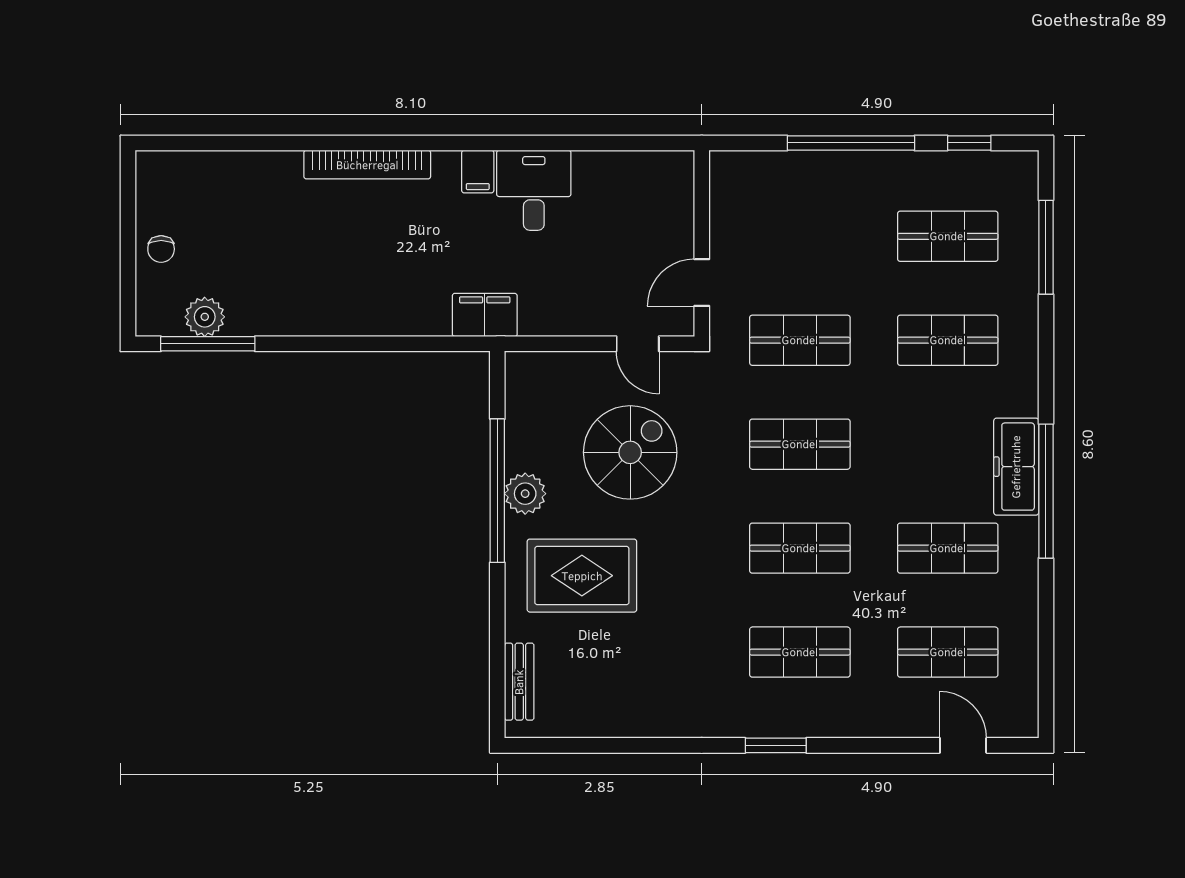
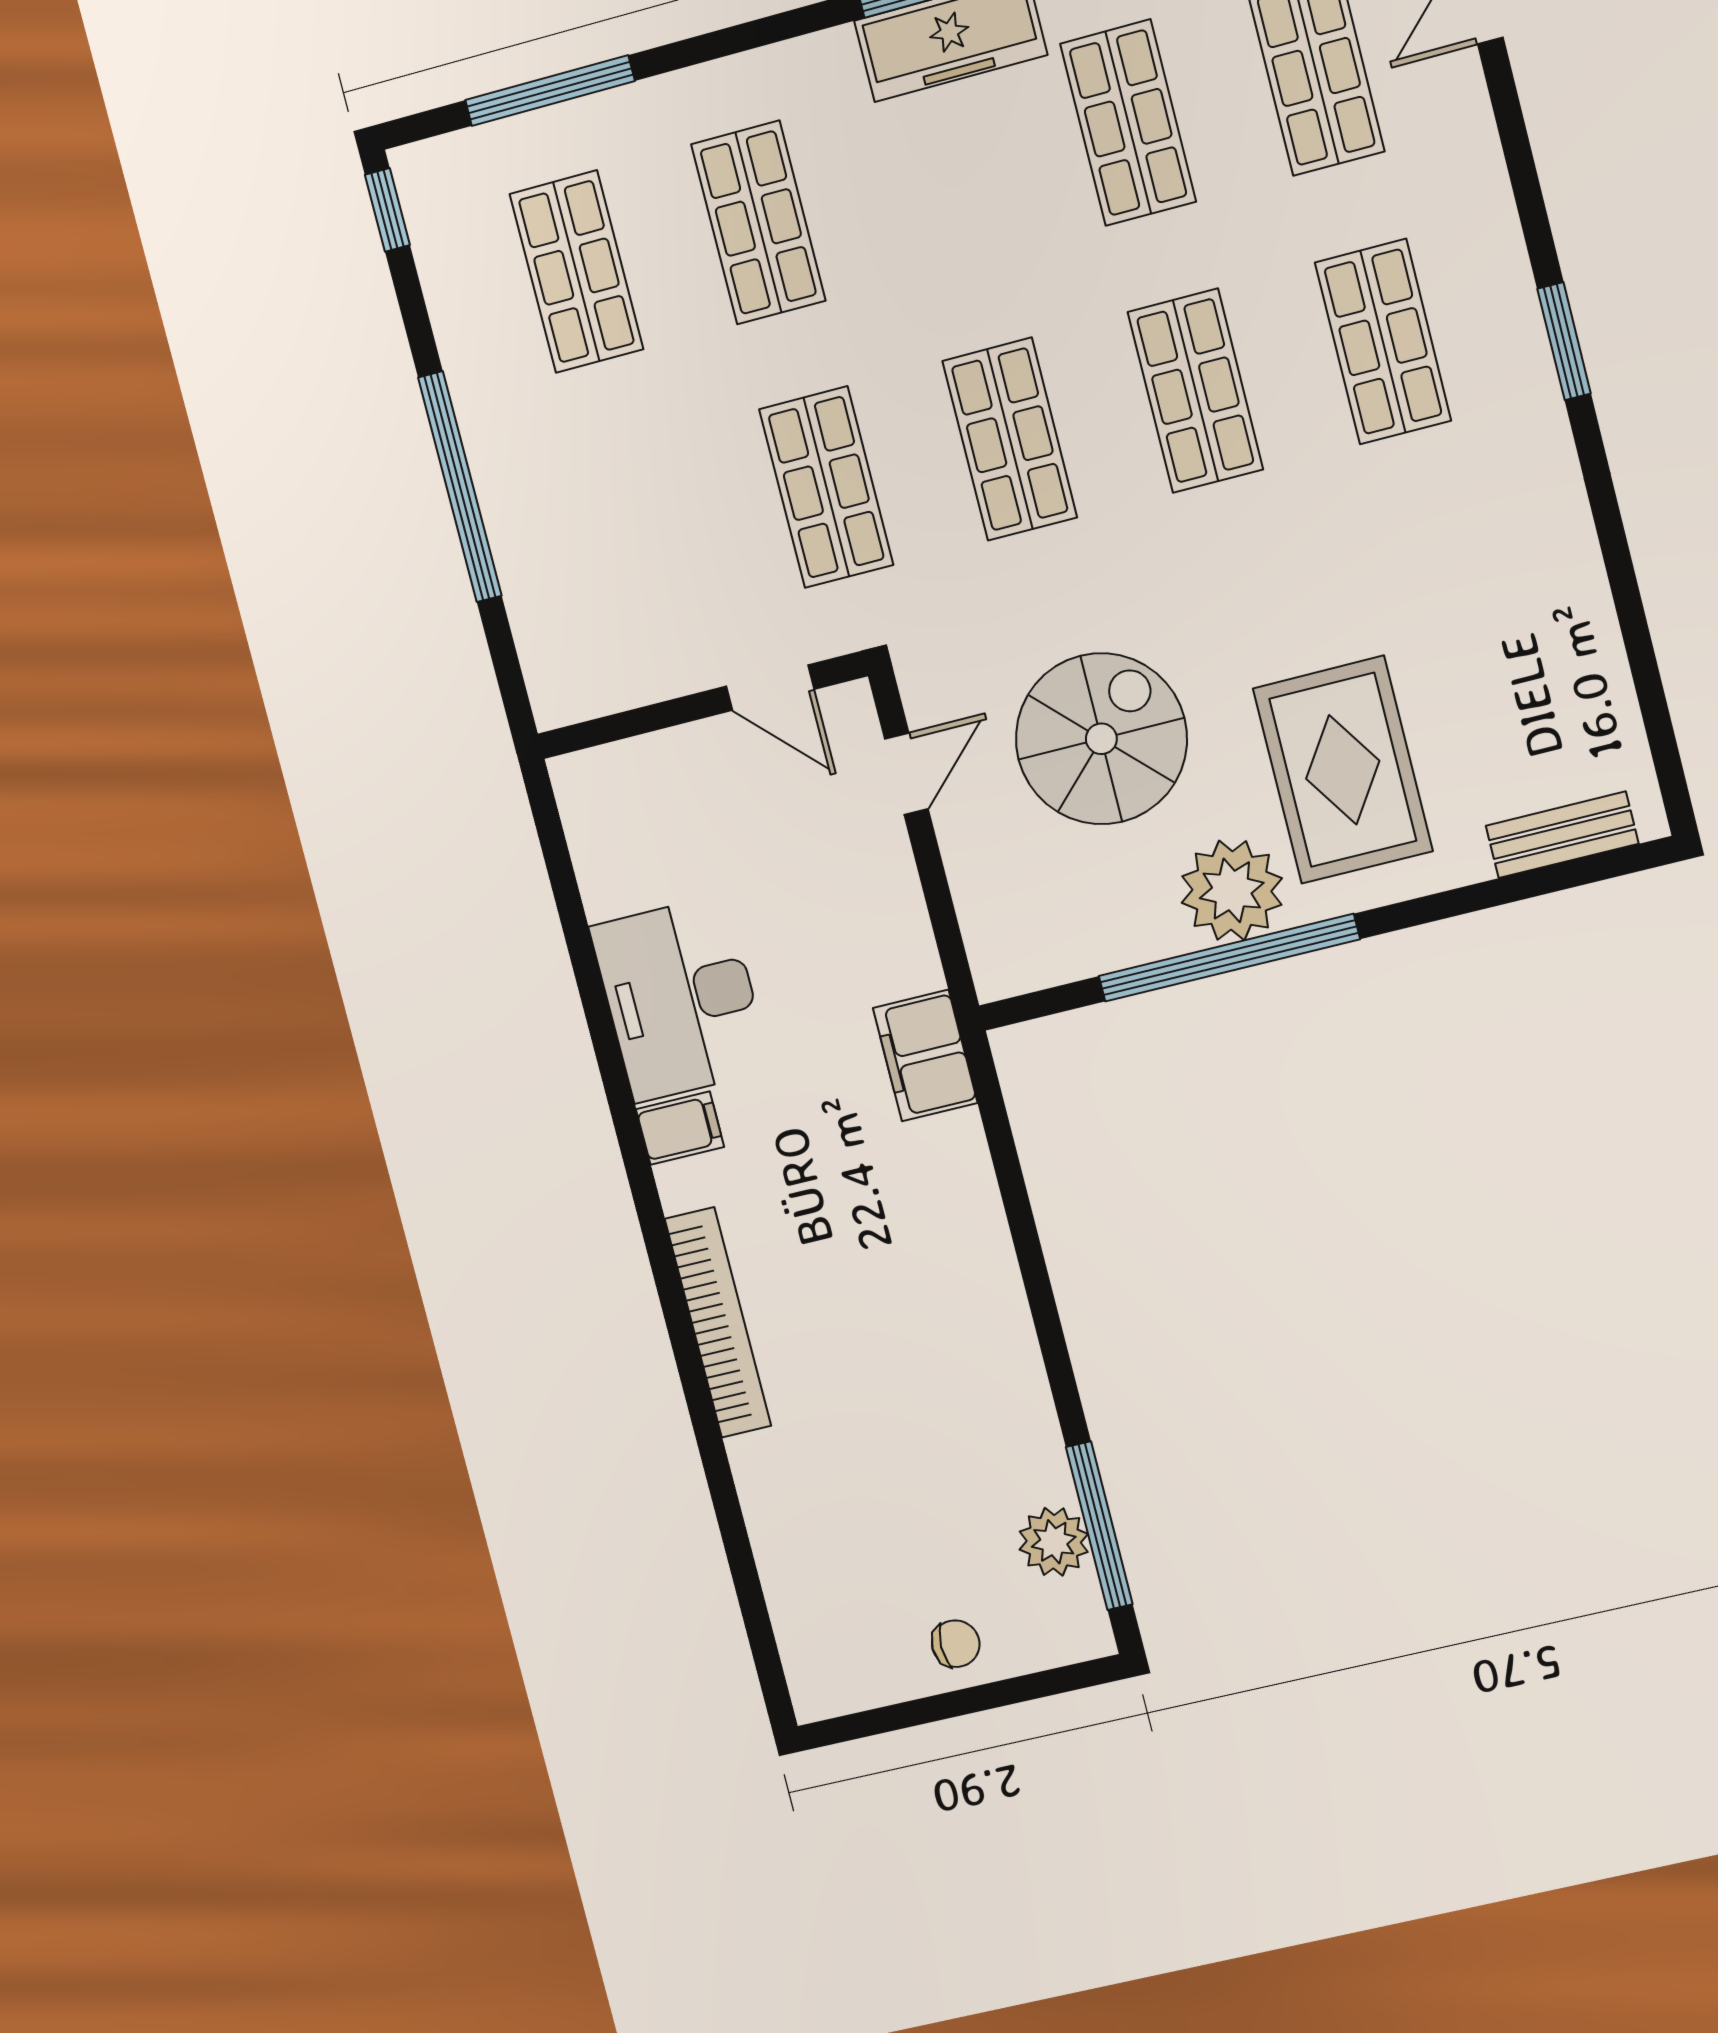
window: (969, 143) -> (387, 210), moved
desk: (534, 190) -> (680, 998), width x1.37
spiral stairs: (630, 452) -> (1101, 739), turned 90
plant: (525, 494) -> (1232, 890), width x1.36, depth x1.36

